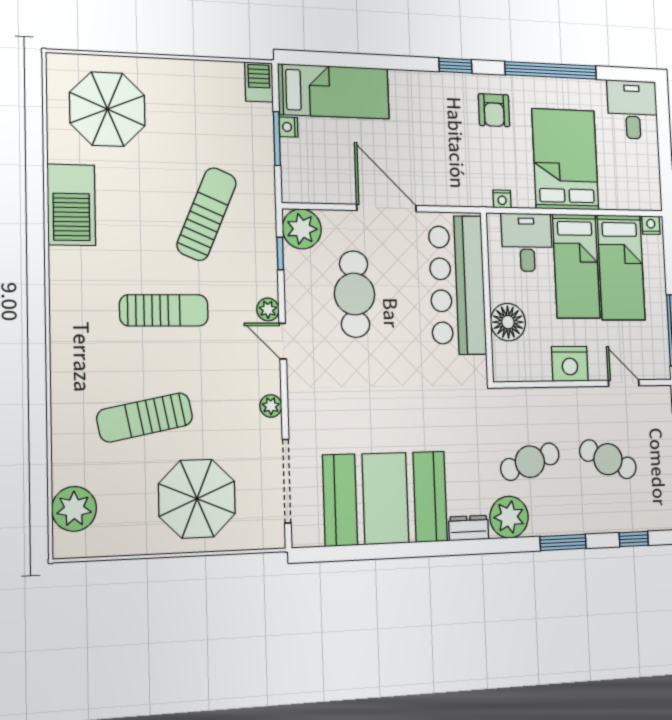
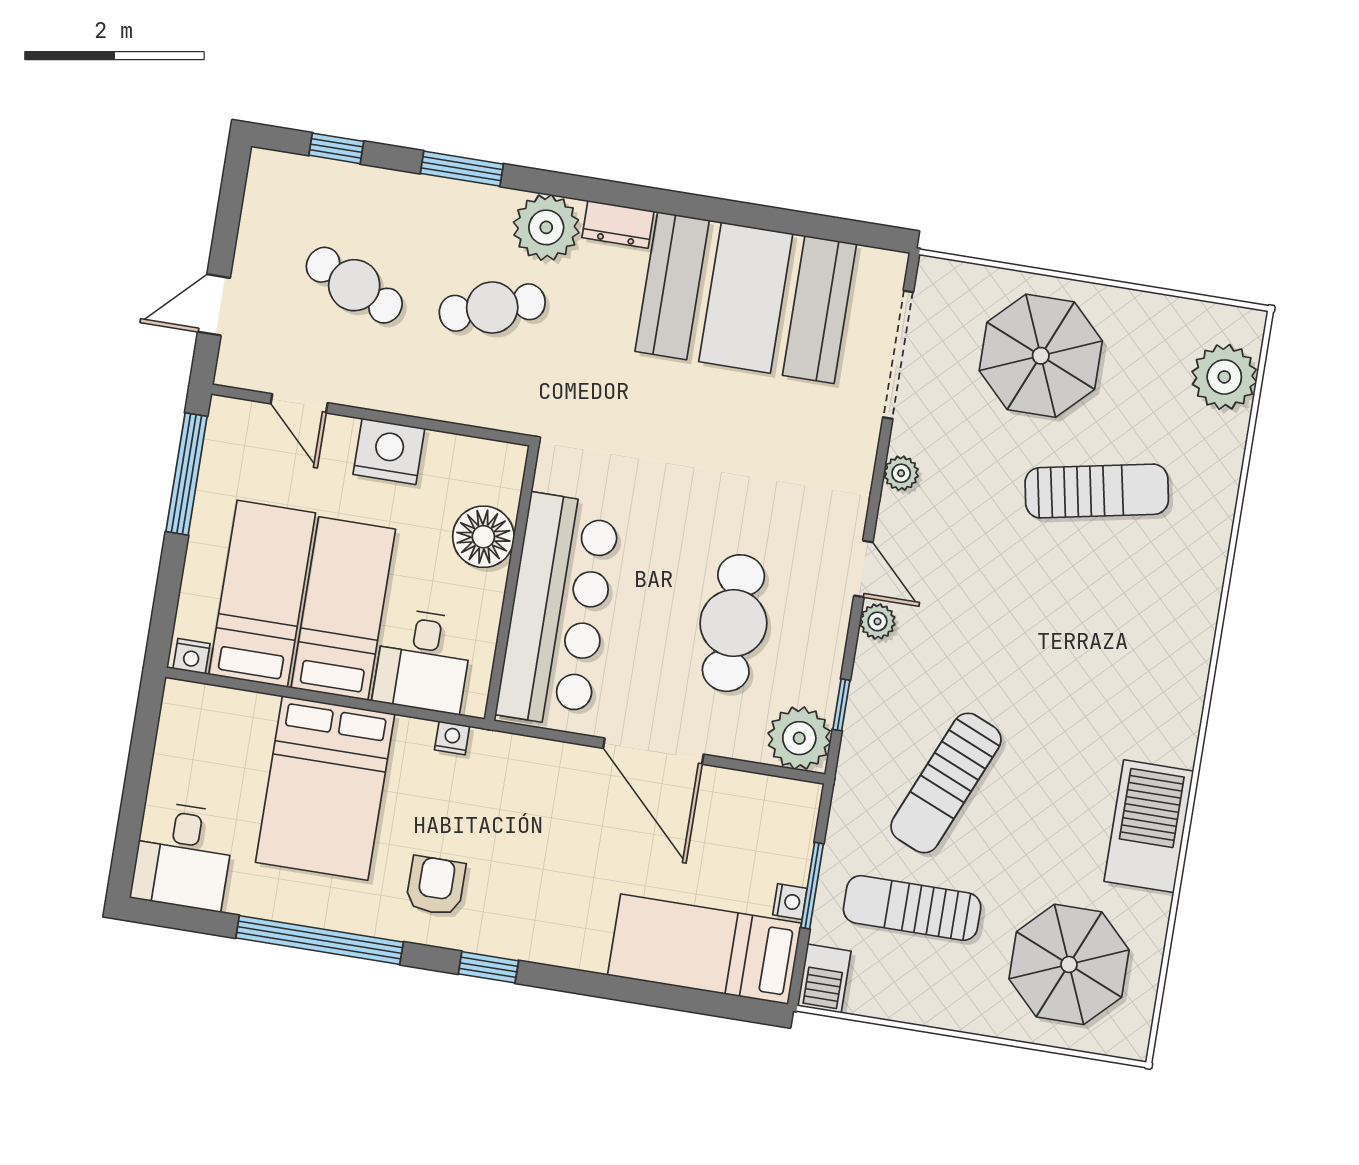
sun lounger: (164, 310) -> (912, 908), moved

